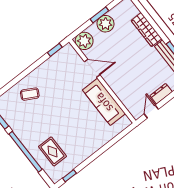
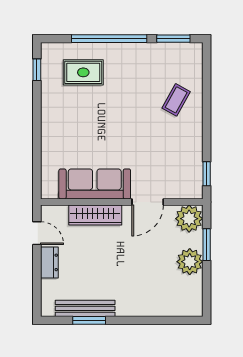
window: (99, 15) -> (207, 245), moved
wardrobe: (146, 30) -> (95, 215), moved, turned 180

